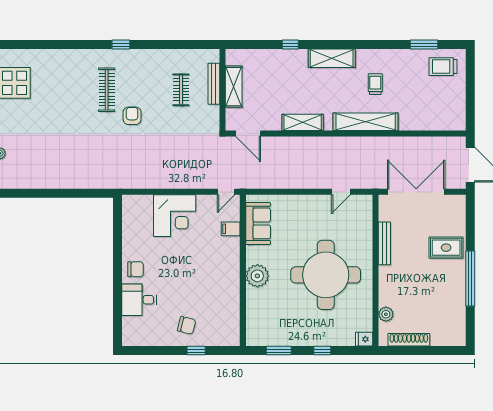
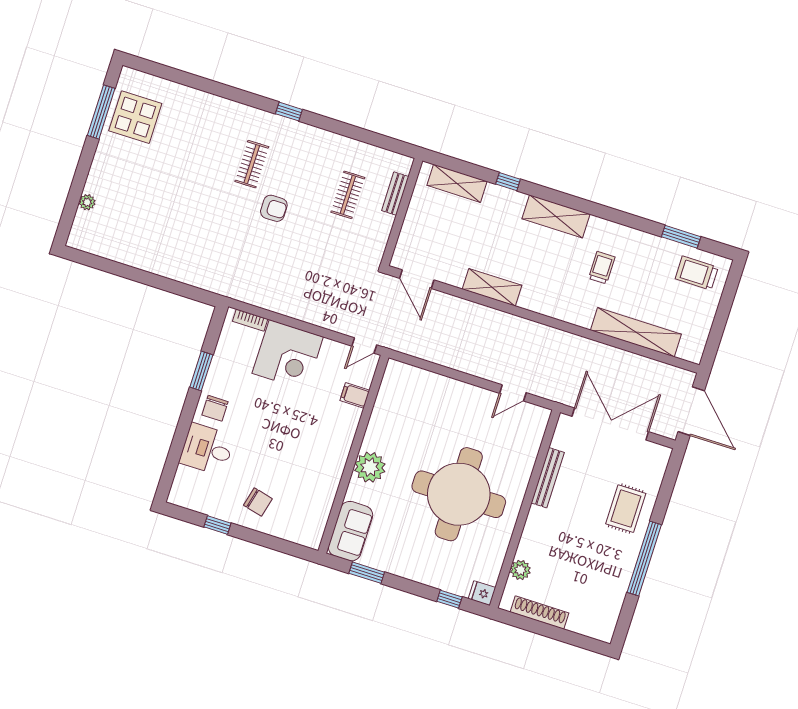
bench: (214, 84) -> (395, 194), width x0.73
shelving: (234, 87) -> (457, 183), moved, turned 90
clothes rail: (107, 90) -> (252, 164), width x0.73
armchair: (132, 116) -> (274, 208), turned 90
shelving: (366, 122) -> (636, 332), moved
bookcase: (140, 200) -> (250, 320), added
sofa: (258, 223) -> (351, 531), moved
window: (118, 246) -> (201, 371), added
rug: (446, 248) -> (626, 509), turned 90
chair: (136, 269) -> (215, 408), turned 90
window: (196, 351) -> (217, 525), moved
window: (322, 351) -> (449, 599), moved

